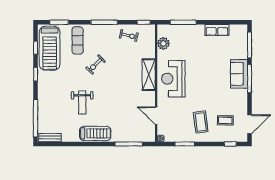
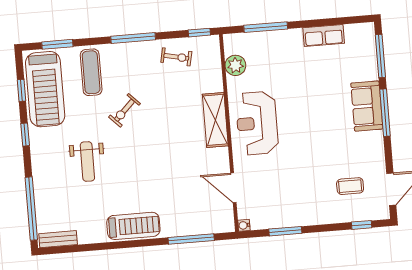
weight bench: (82, 102) -> (87, 161), moved
coffee table: (201, 122) -> (309, 192), removed

